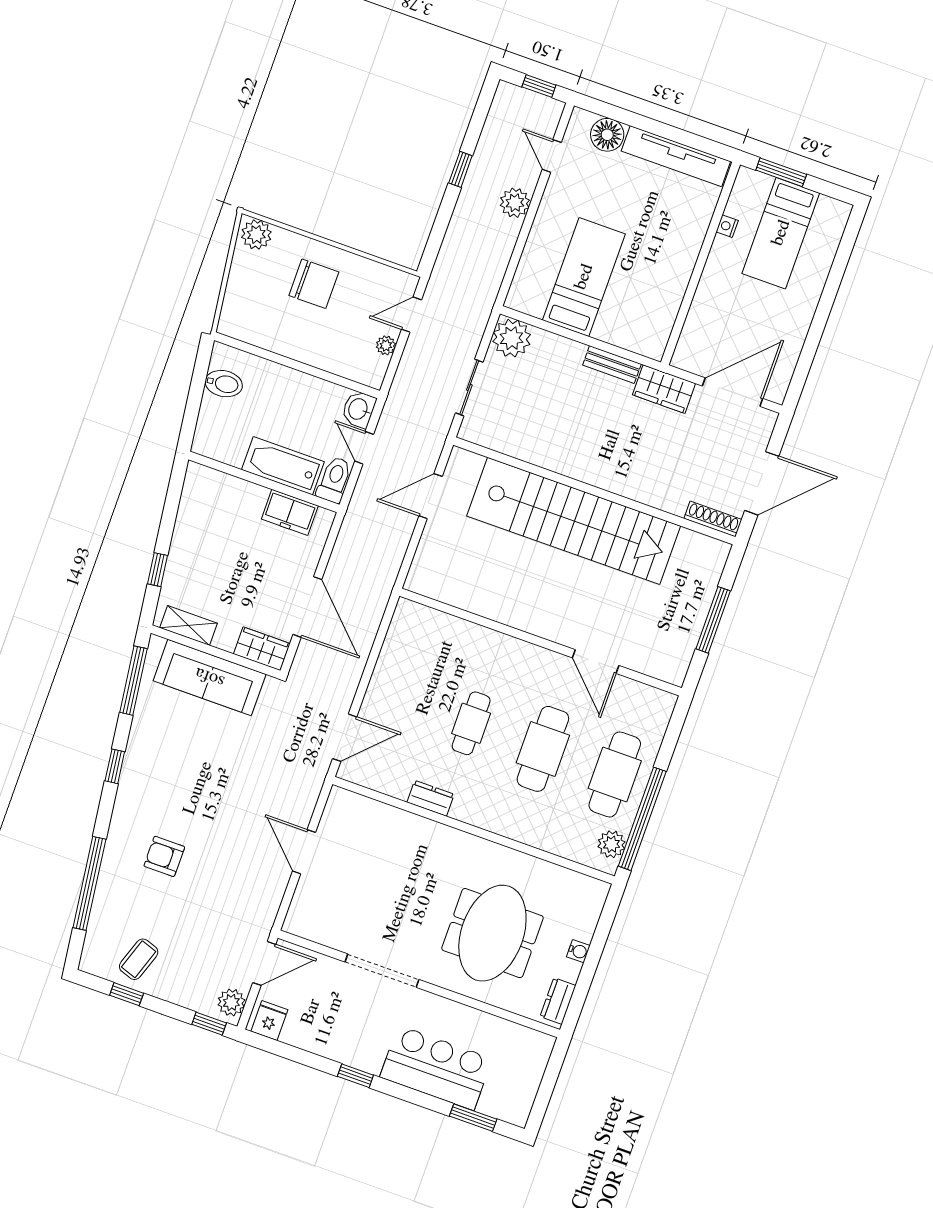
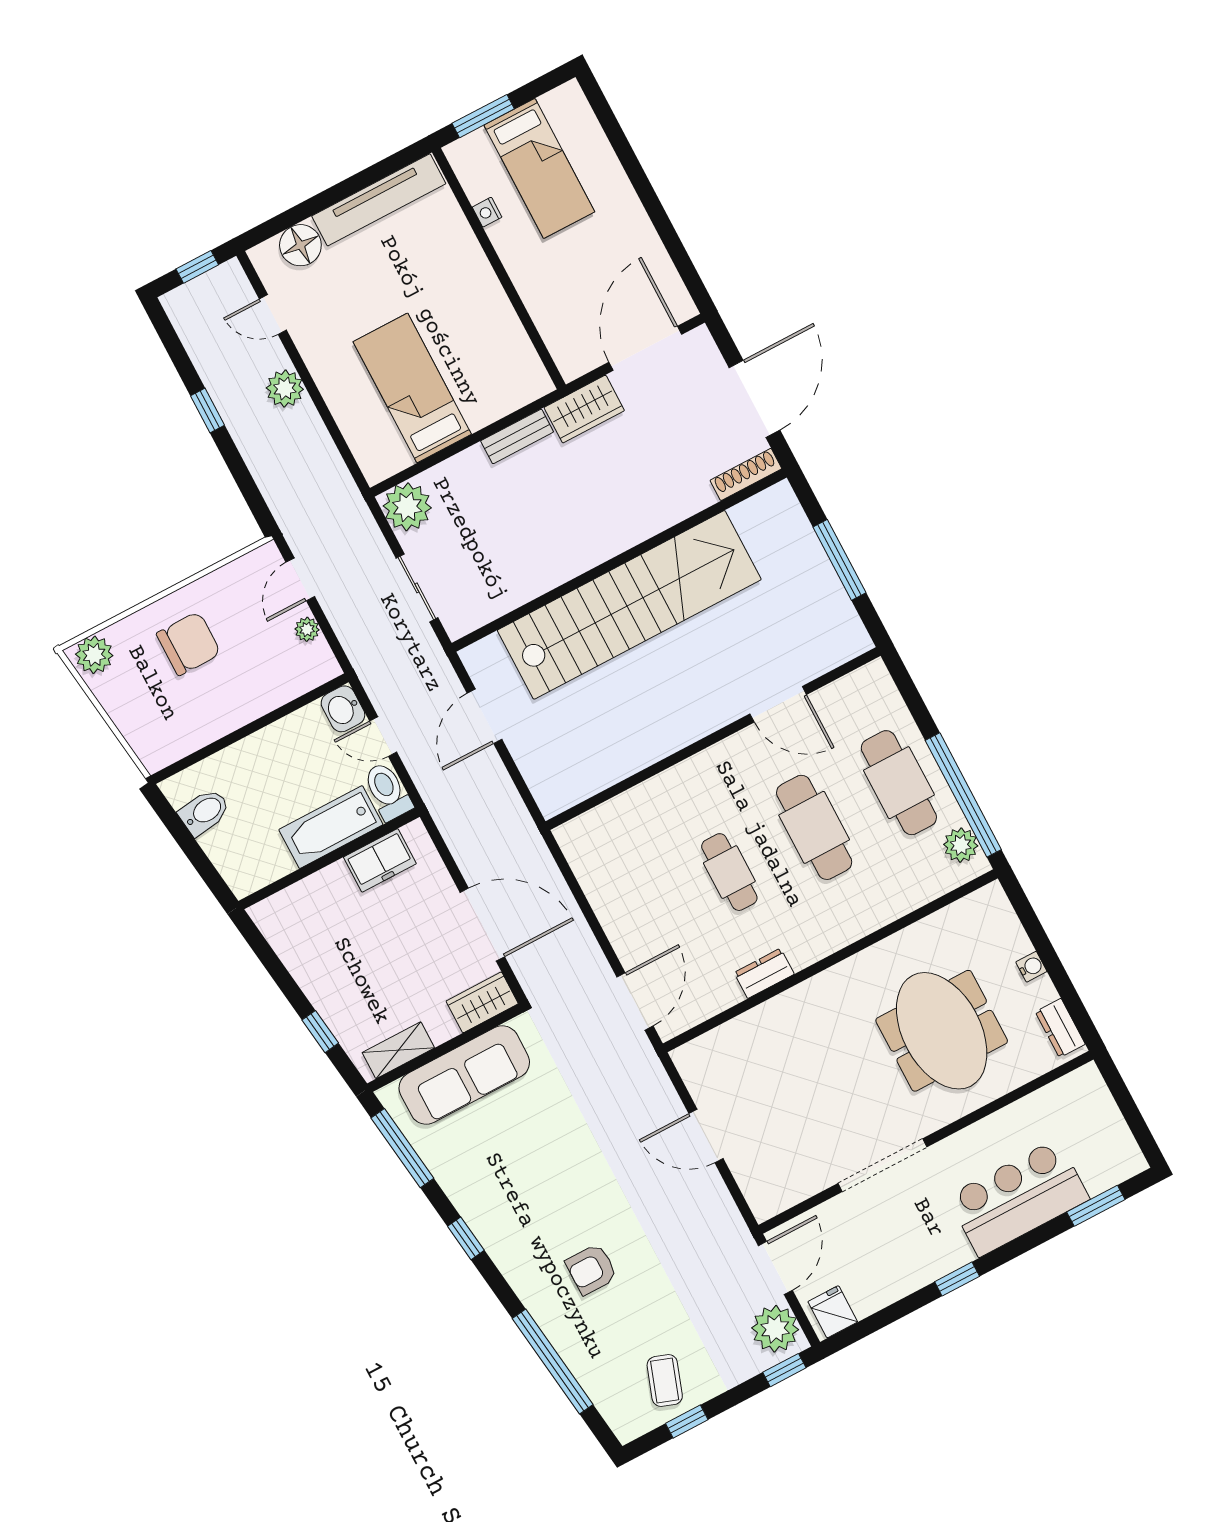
plant: (231, 1002) -> (775, 1329), width x1.36, depth x1.36

